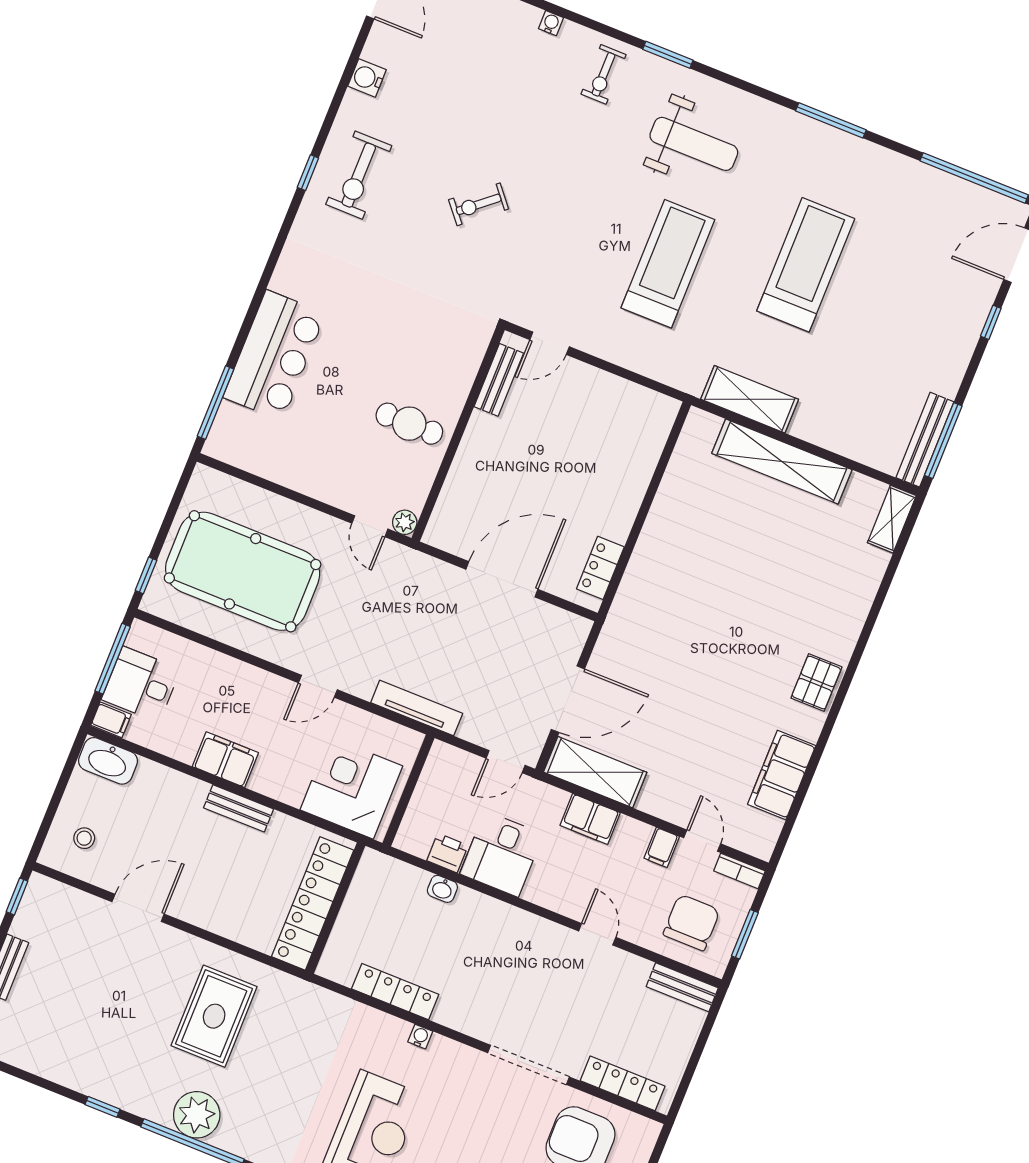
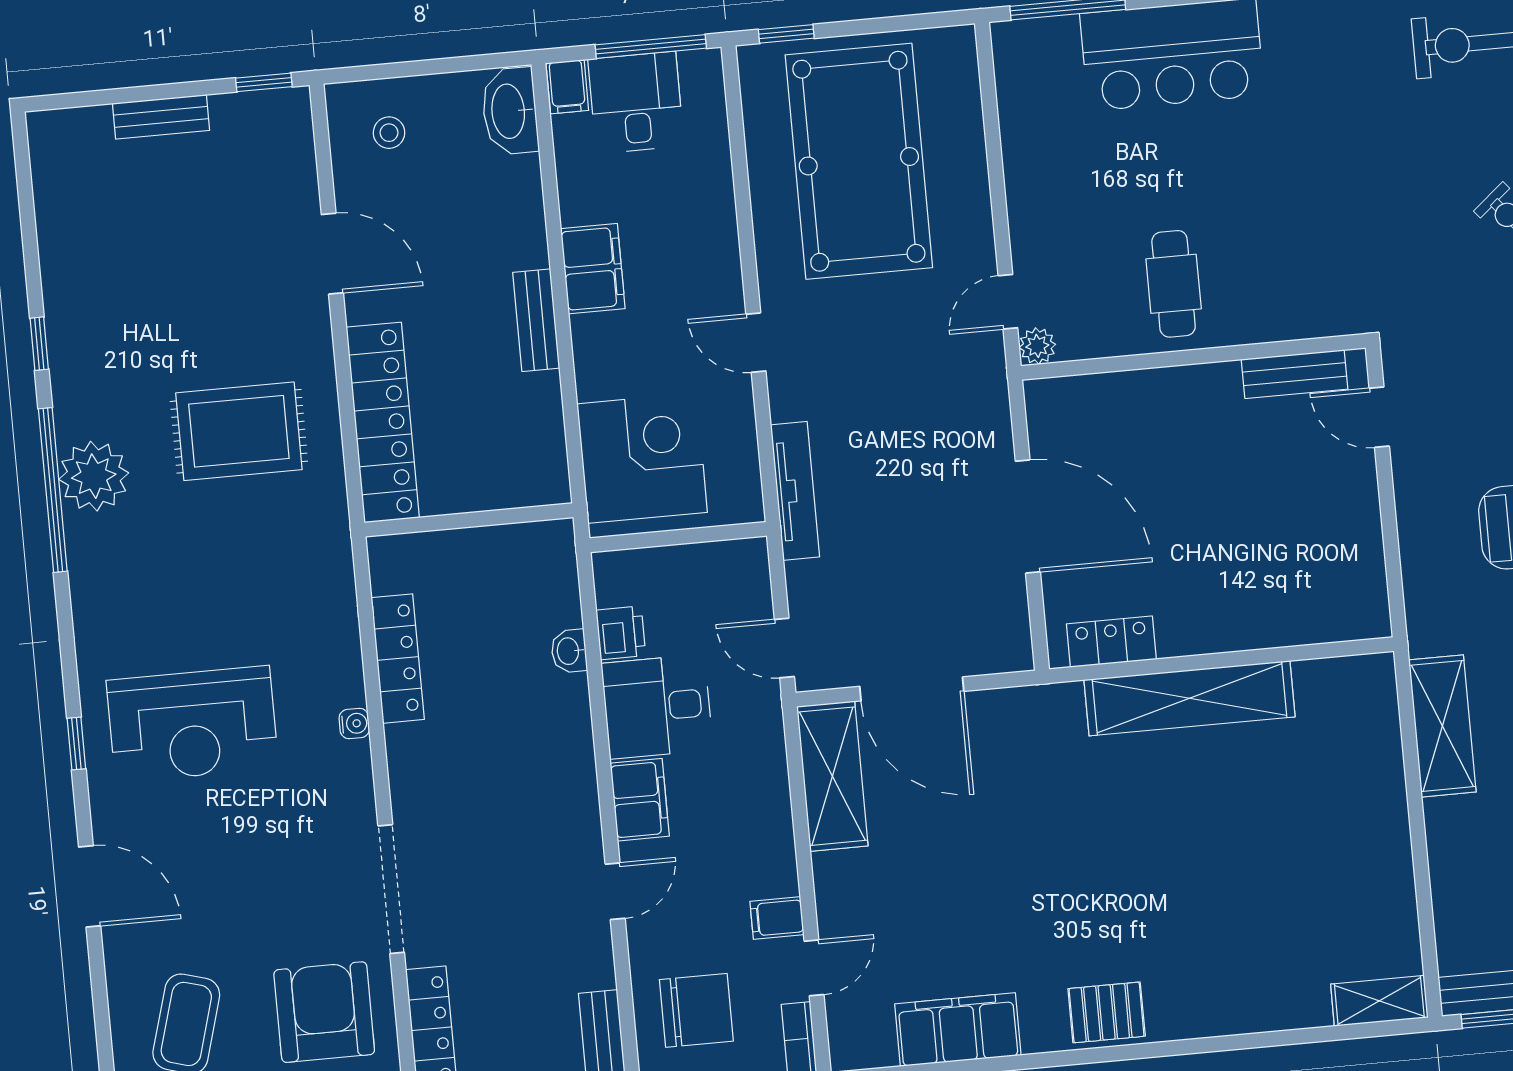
shelving: (782, 462) -> (1189, 698), moved, turned 90
filing cabinet: (590, 819) -> (640, 800), moved, turned 180
locker: (313, 903) -> (383, 422), moved, turned 90

